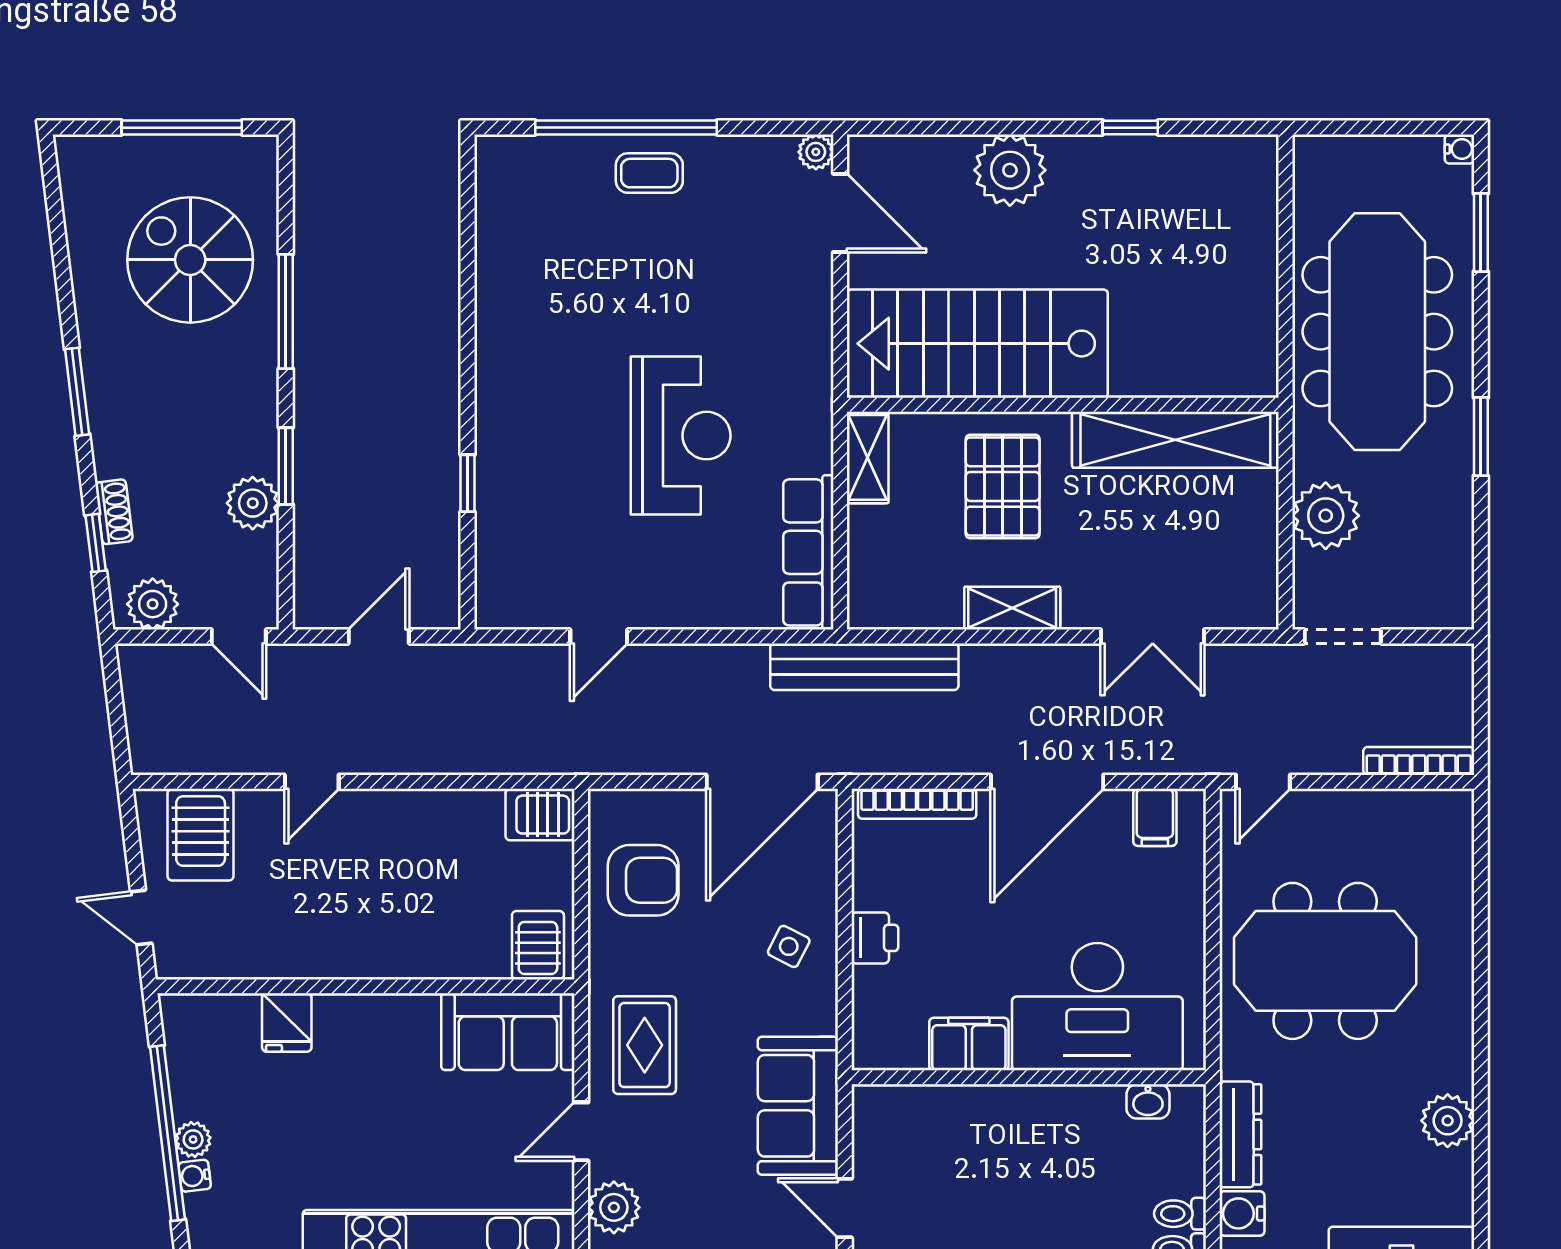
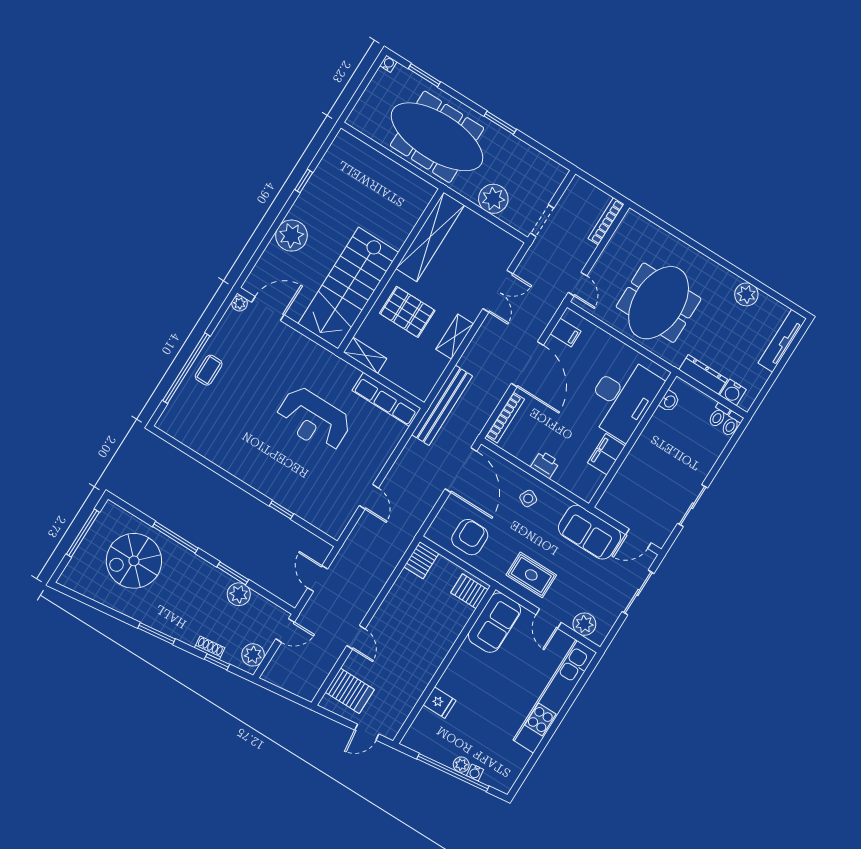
reception desk: (681, 436) -> (313, 420), turned 180

